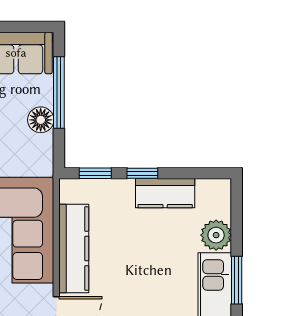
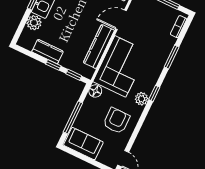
floor lamp: (41, 120) -> (95, 91), moved

